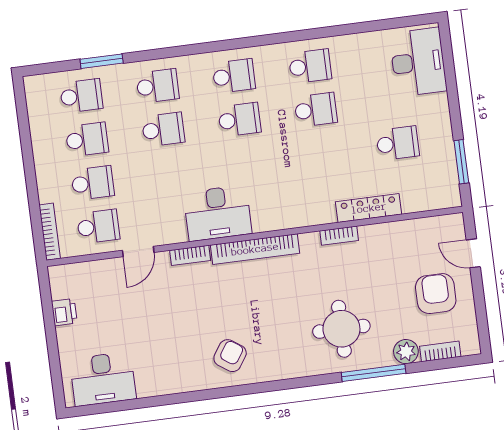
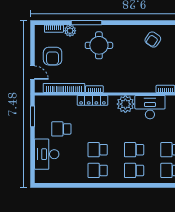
desk: (418, 62) -> (47, 154), moved
locker: (369, 208) -> (93, 100), moved
plant: (270, 213) -> (125, 104), added
bookcase: (255, 249) -> (64, 88), moved

